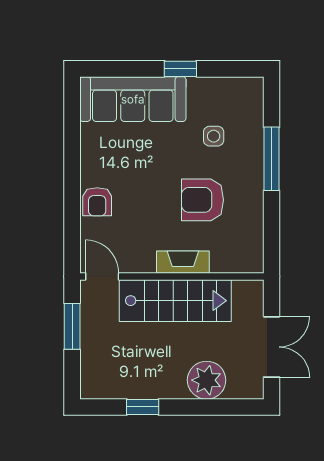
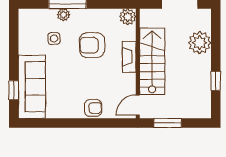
window: (180, 69) -> (14, 90), moved
plant: (253, 152) -> (64, 15), added
armchair: (202, 200) -> (92, 45), turned 90
plant: (250, 260) -> (128, 17), added

